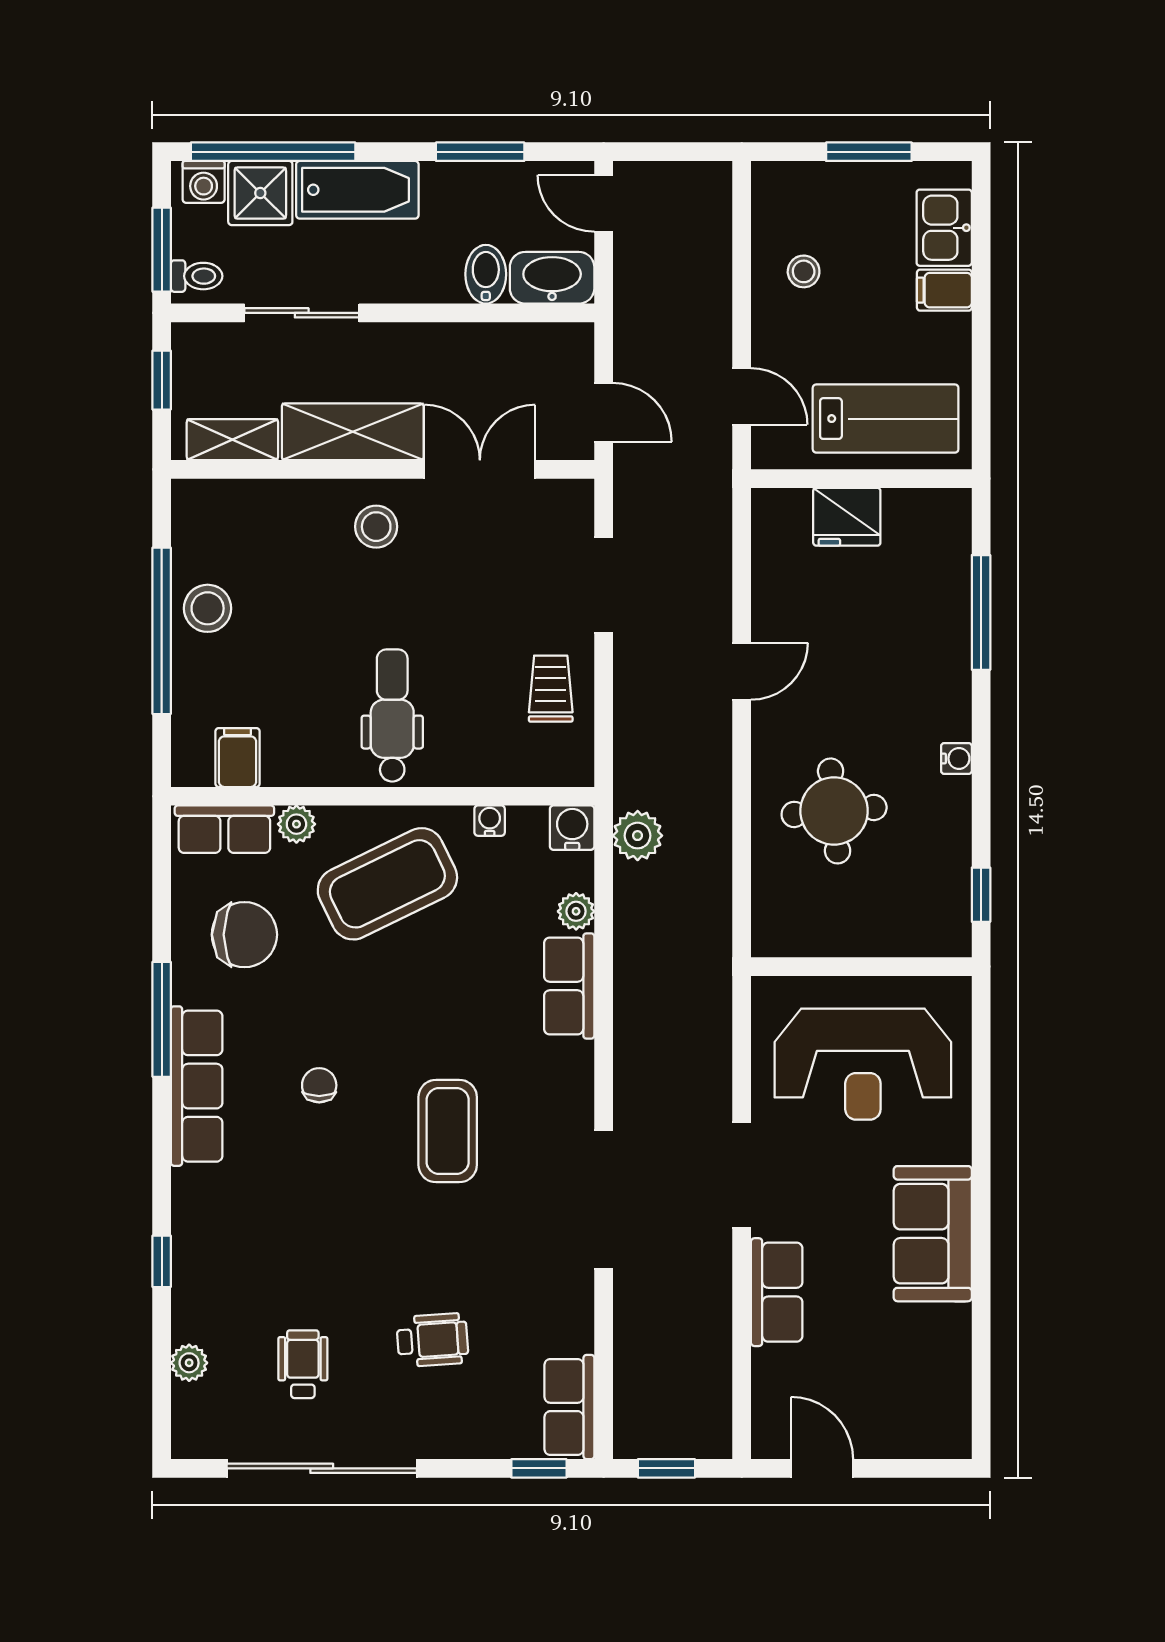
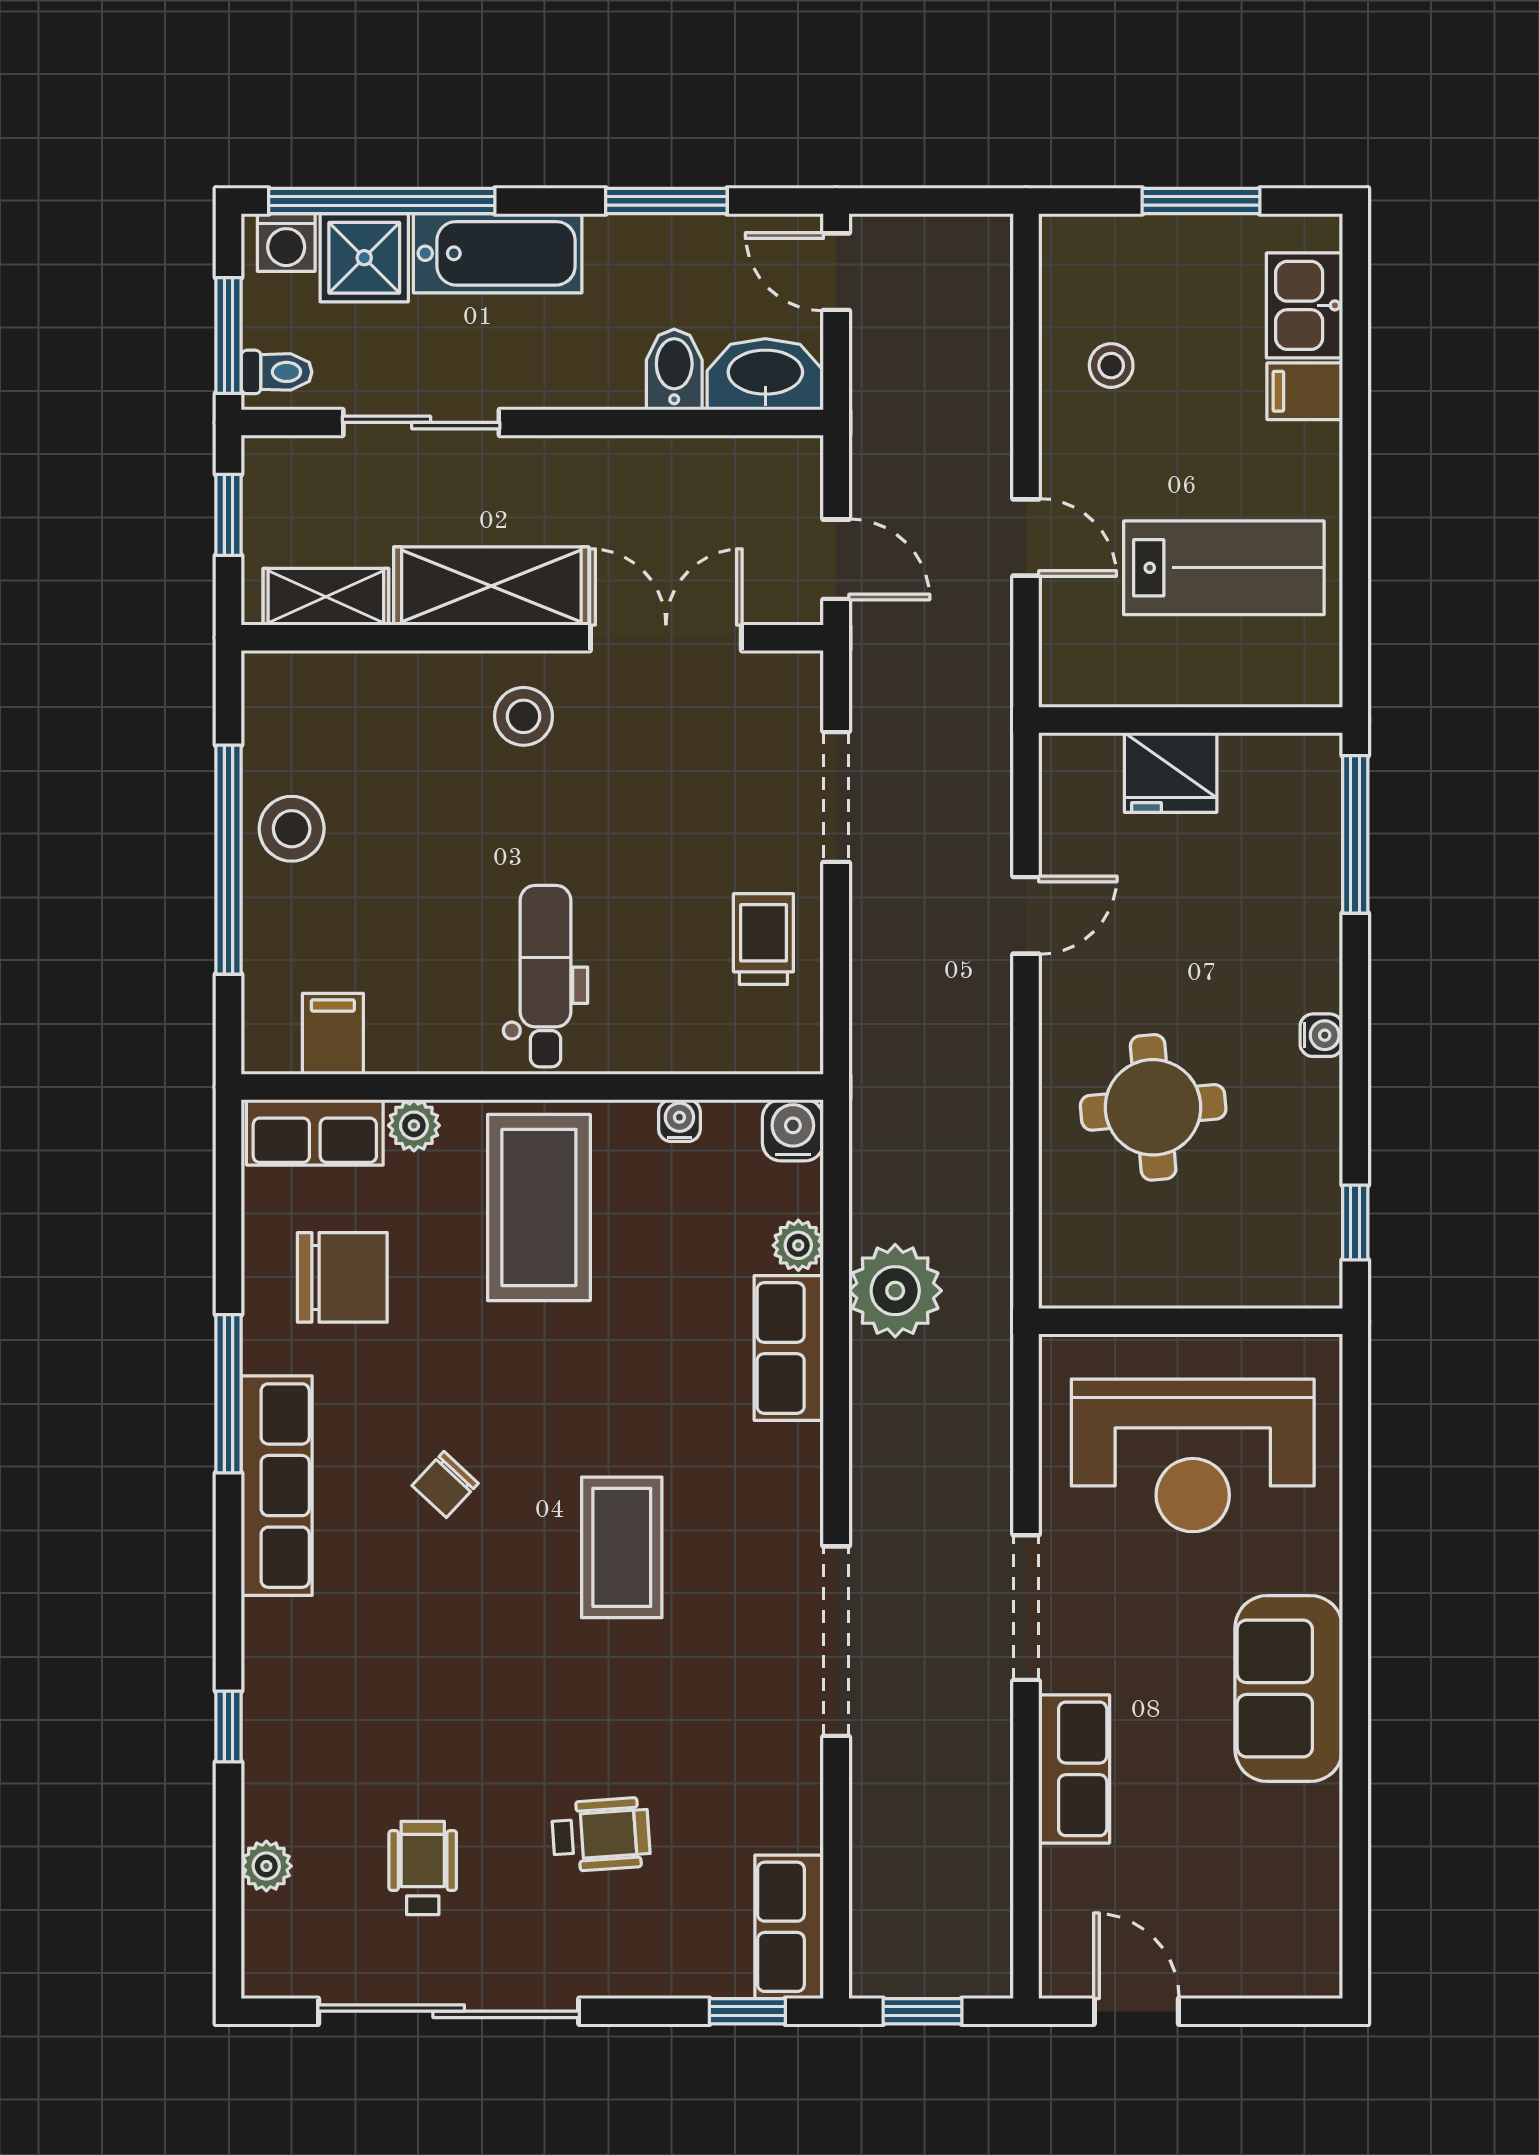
wall: (861, 479) -> (1191, 720), moved
fridge: (847, 517) -> (1171, 772), moved
plant: (638, 836) -> (895, 1291), moved, width x1.36, depth x1.36
coffee table: (387, 884) -> (539, 1207), turned -64
chair: (319, 1085) -> (445, 1484), turned -137

